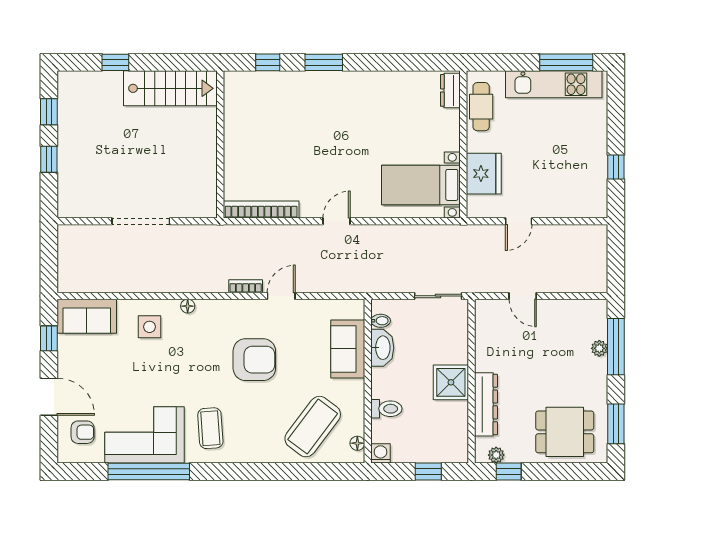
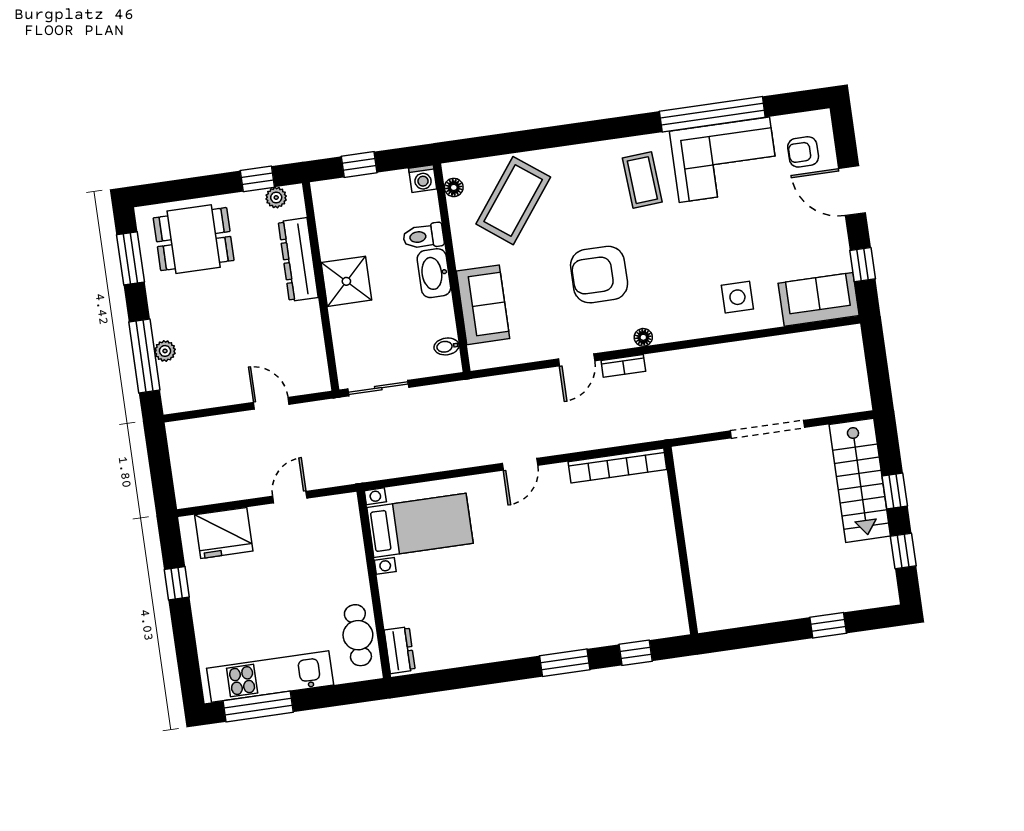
stairs: (170, 88) -> (860, 480), moved, turned -90
fridge: (484, 174) -> (224, 533), moved, turned -90
floor lamp: (188, 306) -> (643, 337), moved
washbasin: (382, 348) -> (434, 273), moved

